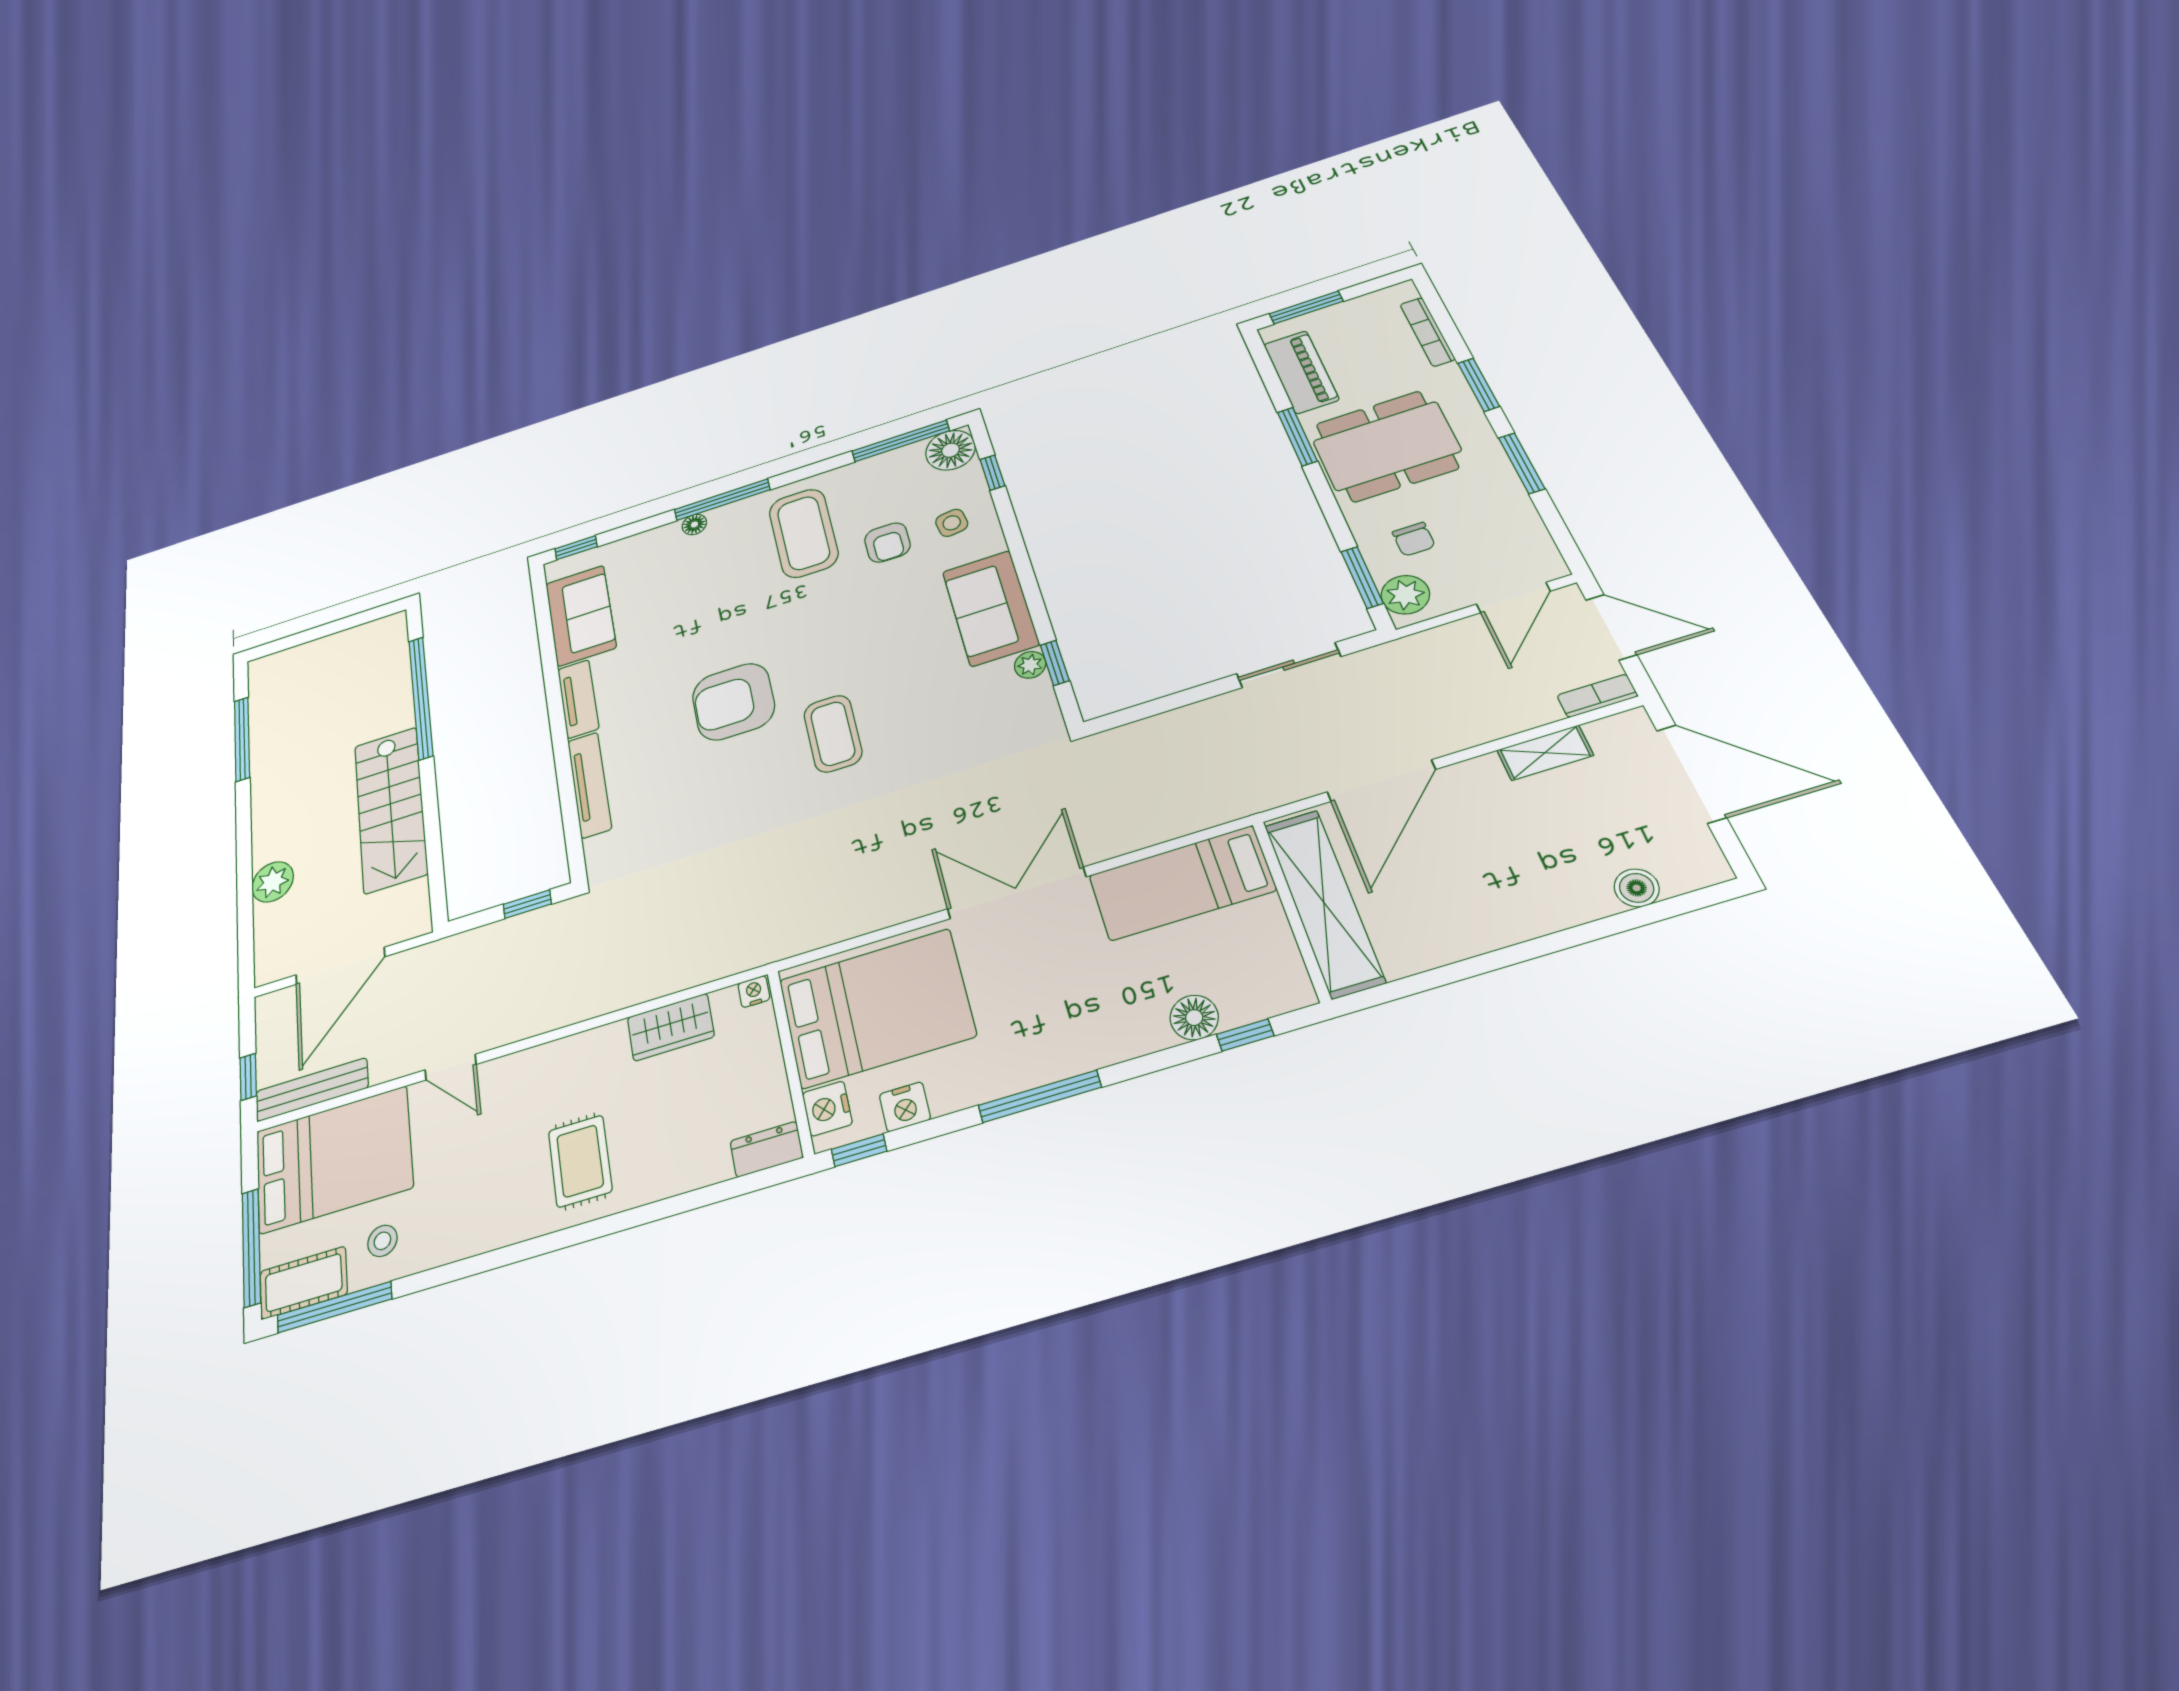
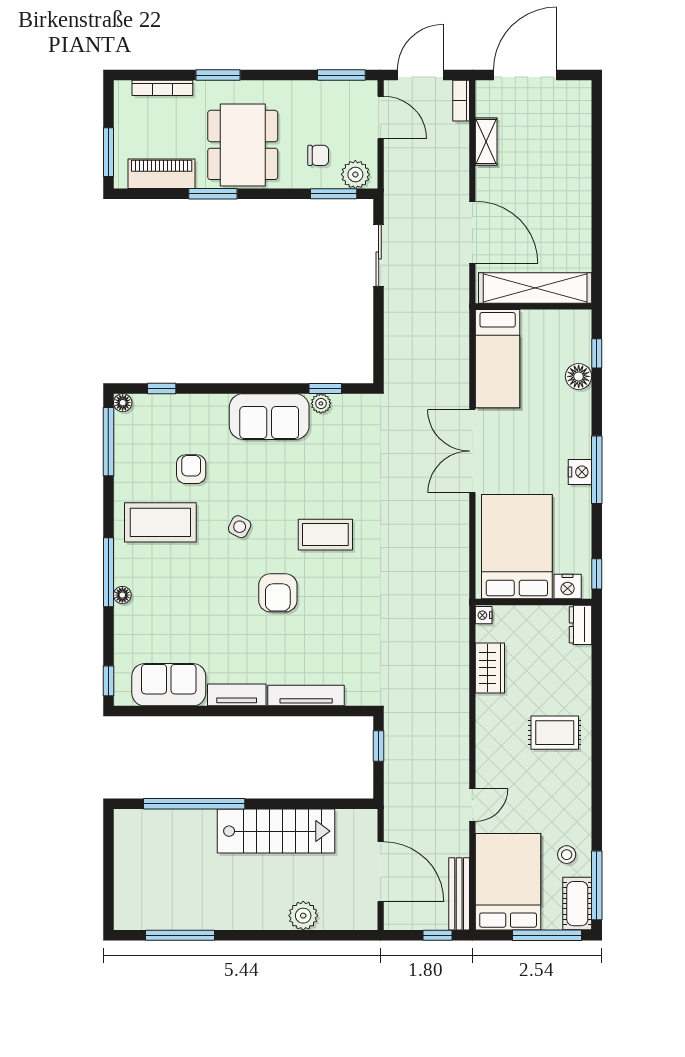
floor lamp: (951, 450) -> (123, 403), width x0.53, depth x0.53
window: (1521, 463) -> (341, 75), moved
side table: (952, 523) -> (240, 527), moved, turned 35
armchair: (887, 542) -> (191, 469), turned -90
armchair: (733, 702) -> (278, 593), width x0.73, depth x0.73
boiler: (1637, 888) -> (580, 130), removed
nightstand: (905, 1107) -> (580, 472), moved

